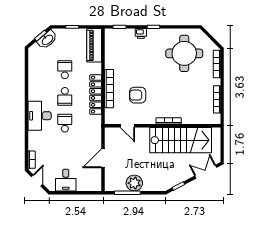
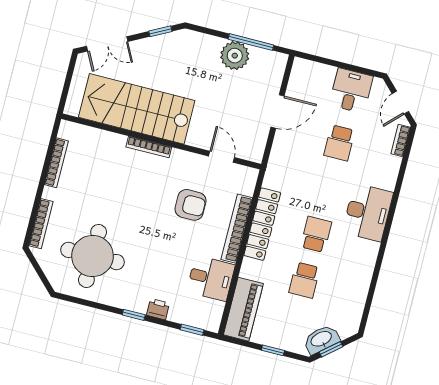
desk: (116, 58) -> (211, 278), added
school desk: (65, 123) -> (339, 143), moved

